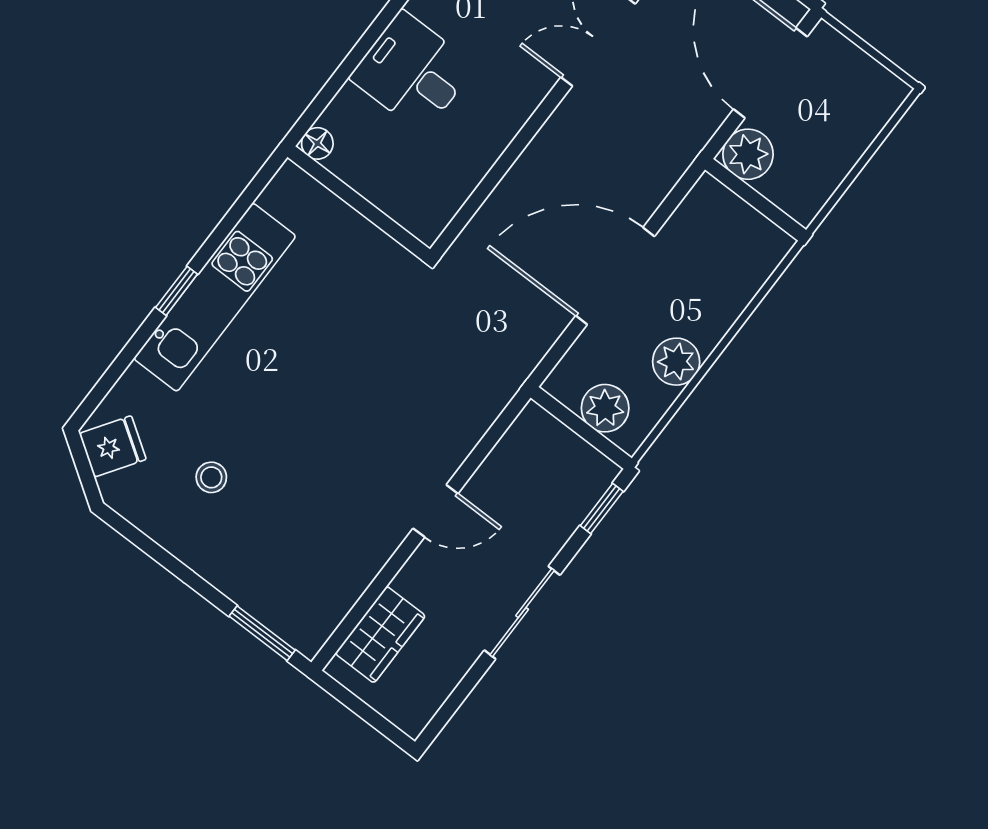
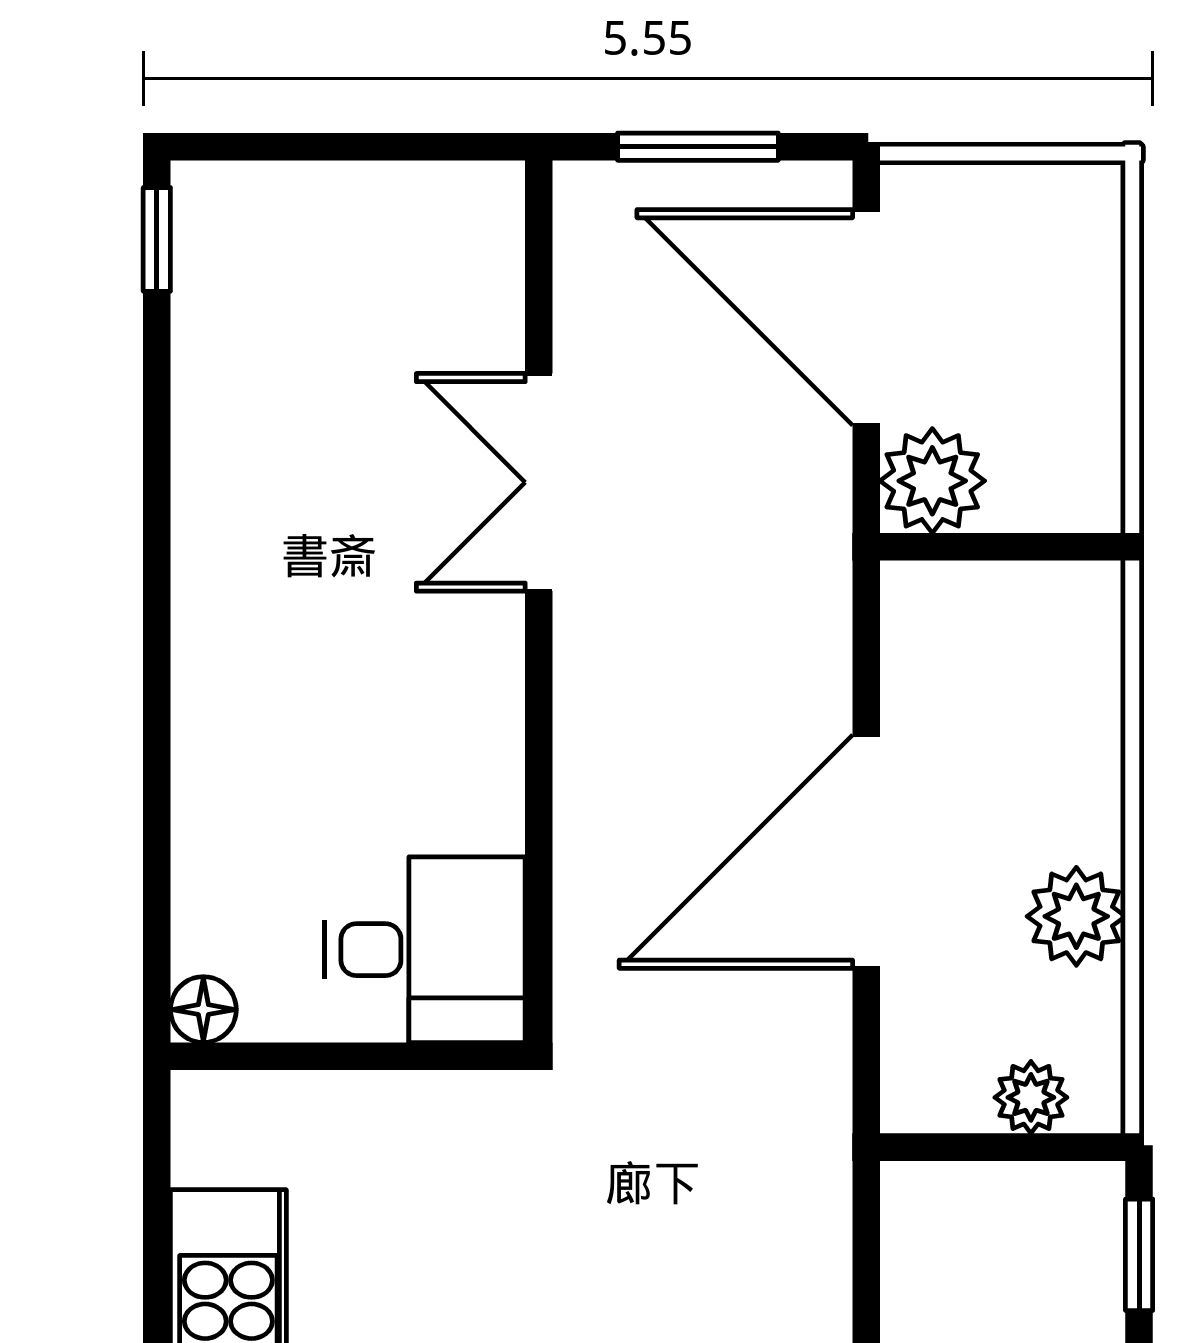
desk: (412, 72) -> (425, 950), moved, turned 180
plant: (605, 408) -> (1031, 1097), width x0.73, depth x0.73

